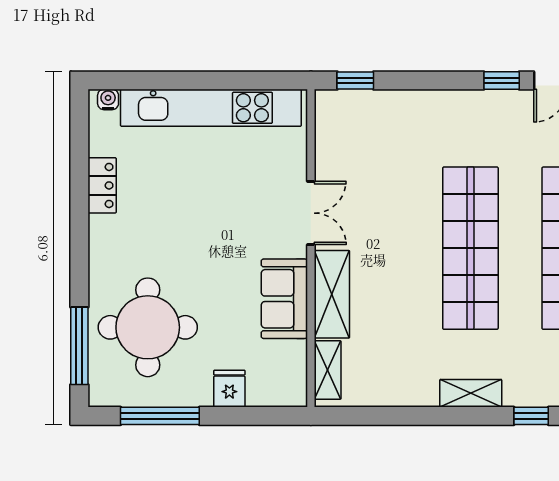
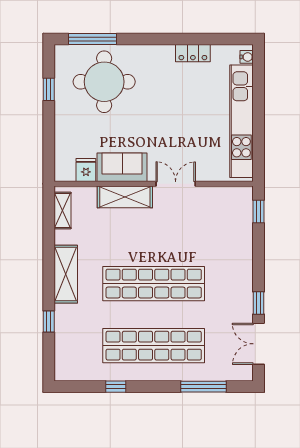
double door: (311, 213) -> (176, 184), swing flipped
shelving: (328, 370) -> (62, 211), moved, turned 90
fridge: (229, 389) -> (86, 170), moved, turned -90
shelving: (471, 393) -> (66, 274), width x1.50, depth x1.33
window: (160, 416) -> (49, 89), width x0.46

